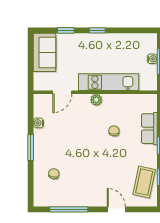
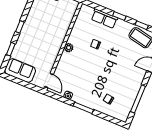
kitchen unit: (109, 82) -> (60, 34), removed
door: (62, 92) -> (49, 80), moved

